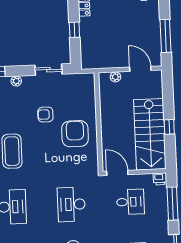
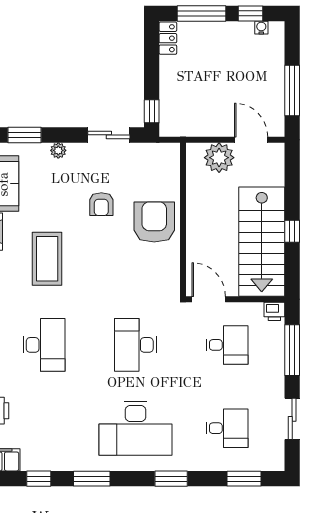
window: (74, 30) -> (152, 111), moved
plant: (115, 77) -> (219, 158), width x1.88, depth x1.88
armchair: (45, 115) -> (101, 204), turned -90
armchair: (75, 134) -> (154, 222), moved

